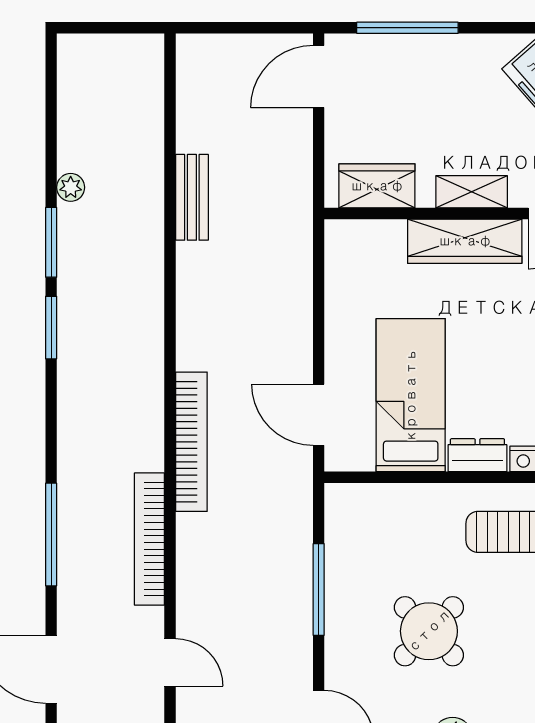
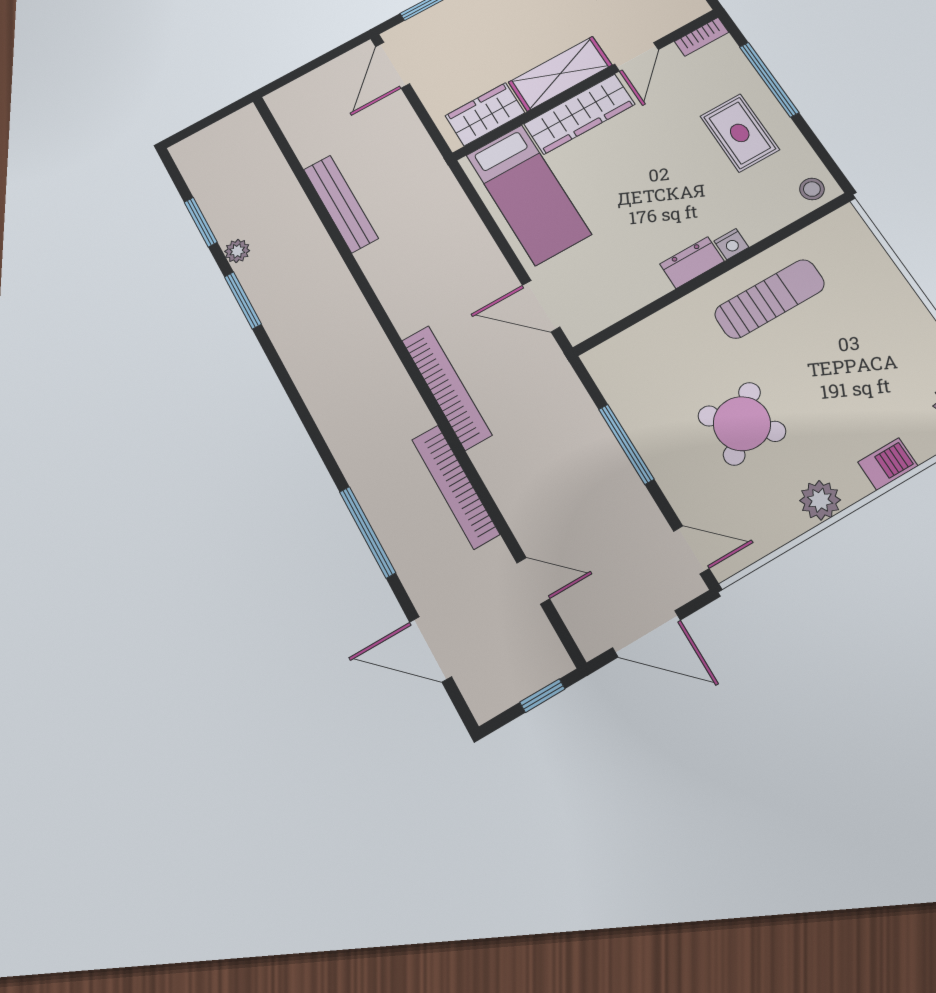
shelving: (472, 192) -> (560, 74), width x1.50, depth x1.33
bench: (192, 197) -> (341, 204), width x1.36
window: (51, 328) -> (201, 222), moved
bed: (411, 395) -> (528, 194), moved, turned 180

